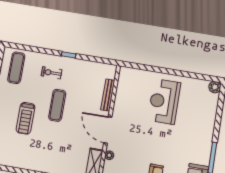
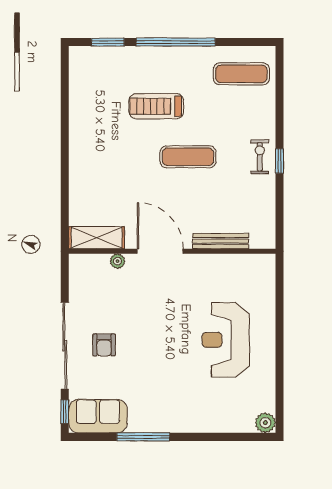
exercise bike: (51, 73) -> (260, 157), moved
reception desk: (164, 102) -> (226, 340), turned -90
door: (108, 130) -> (160, 251), hinge flipped

